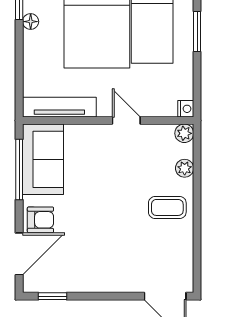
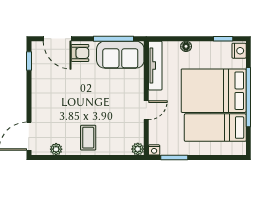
floor lamp: (31, 22) -> (186, 46), moved
window: (197, 32) -> (174, 158), moved
plant: (185, 168) -> (56, 149), moved
armchair: (40, 220) -> (80, 53), turned -90

